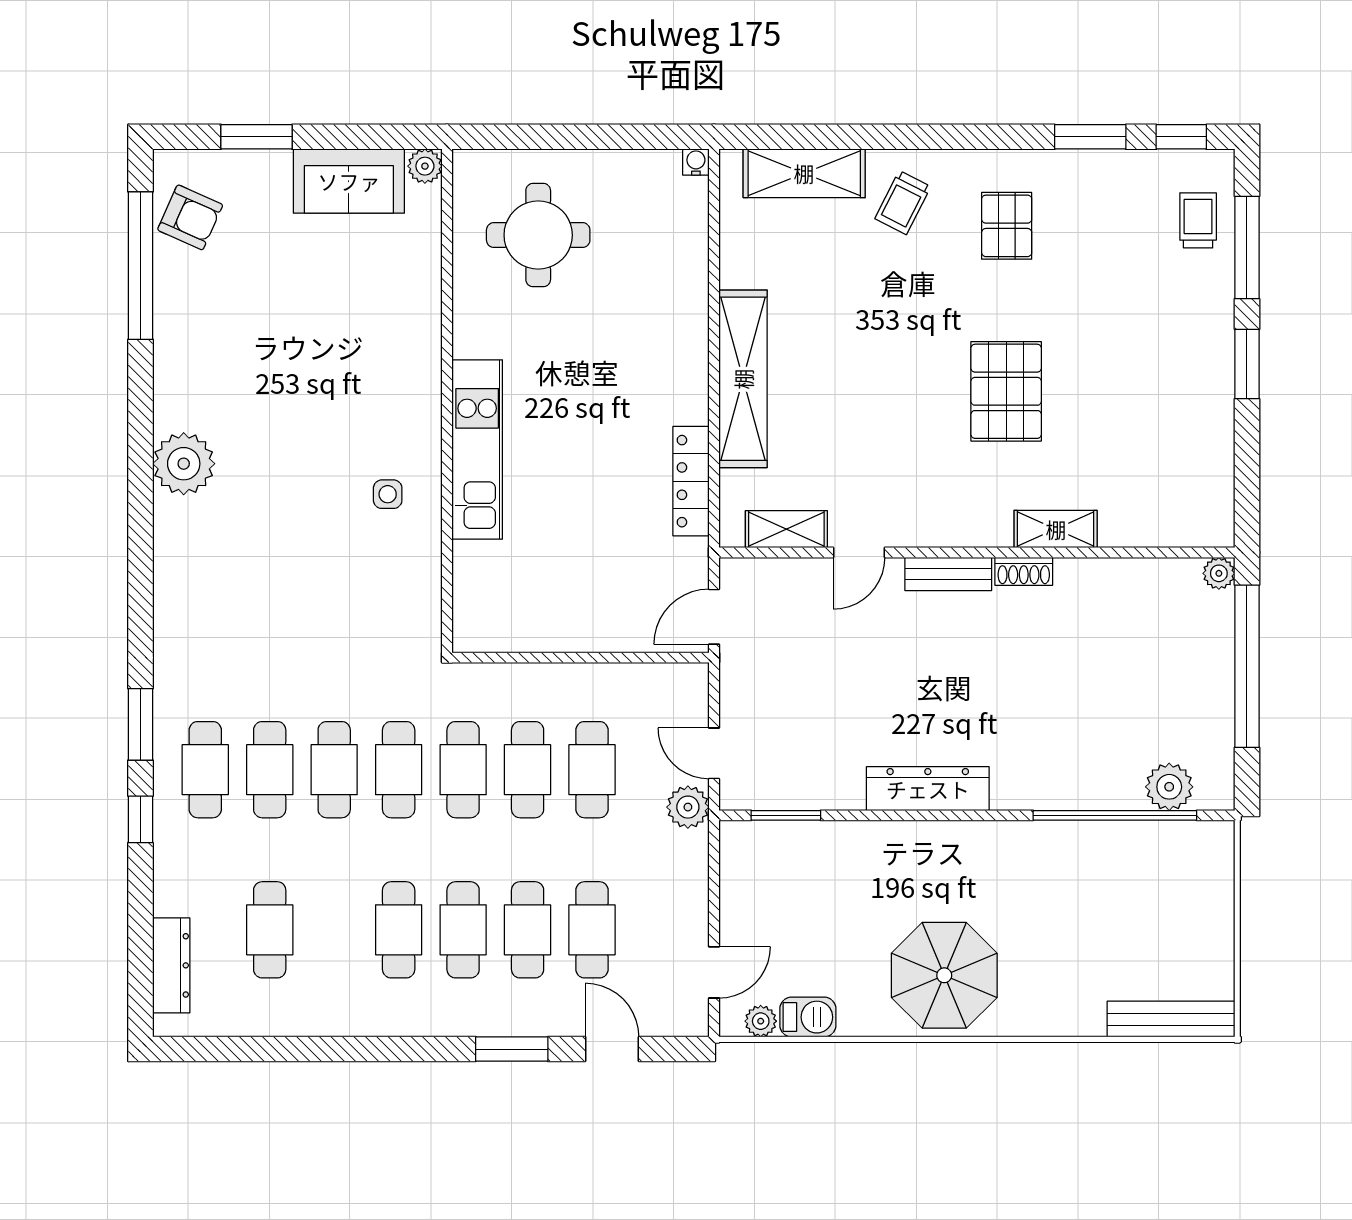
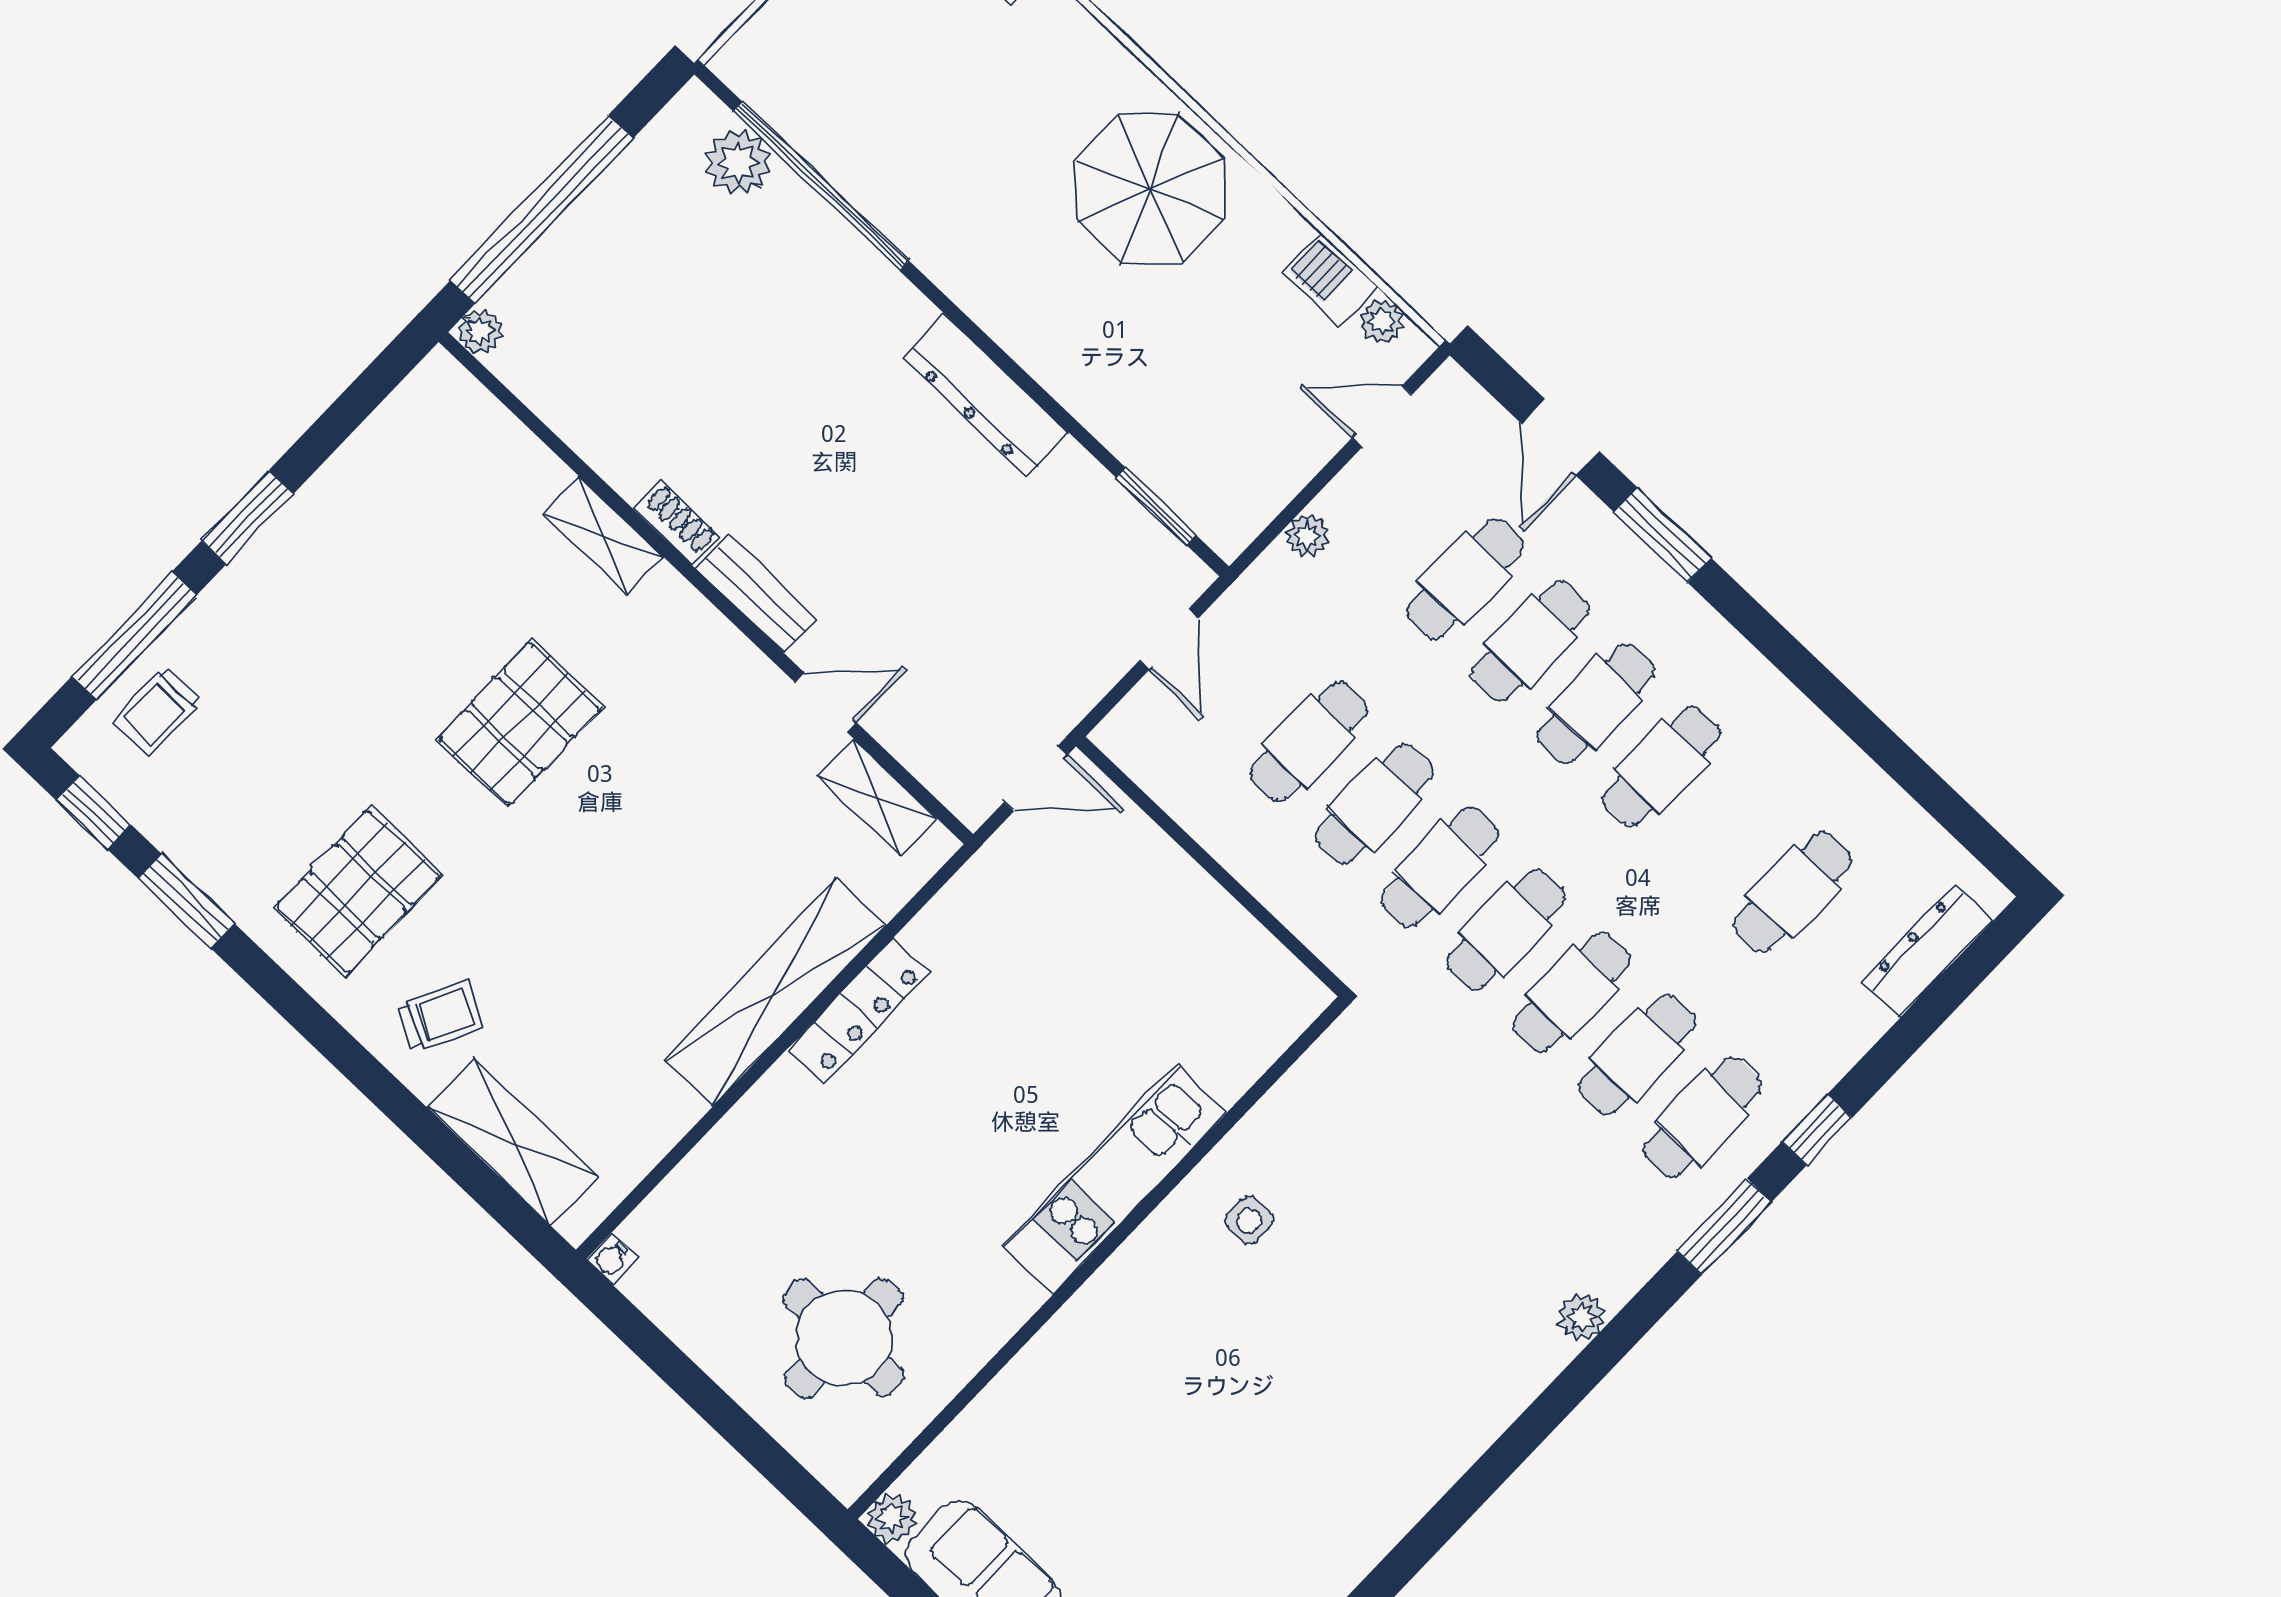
pallet: (1007, 226) -> (358, 892), width x1.50, depth x1.42
plant: (184, 464) -> (1582, 1317), moved, width x0.53, depth x0.53
locker: (691, 481) -> (859, 1010), moved
plant: (688, 807) -> (1307, 536), moved, width x0.73, depth x0.73

